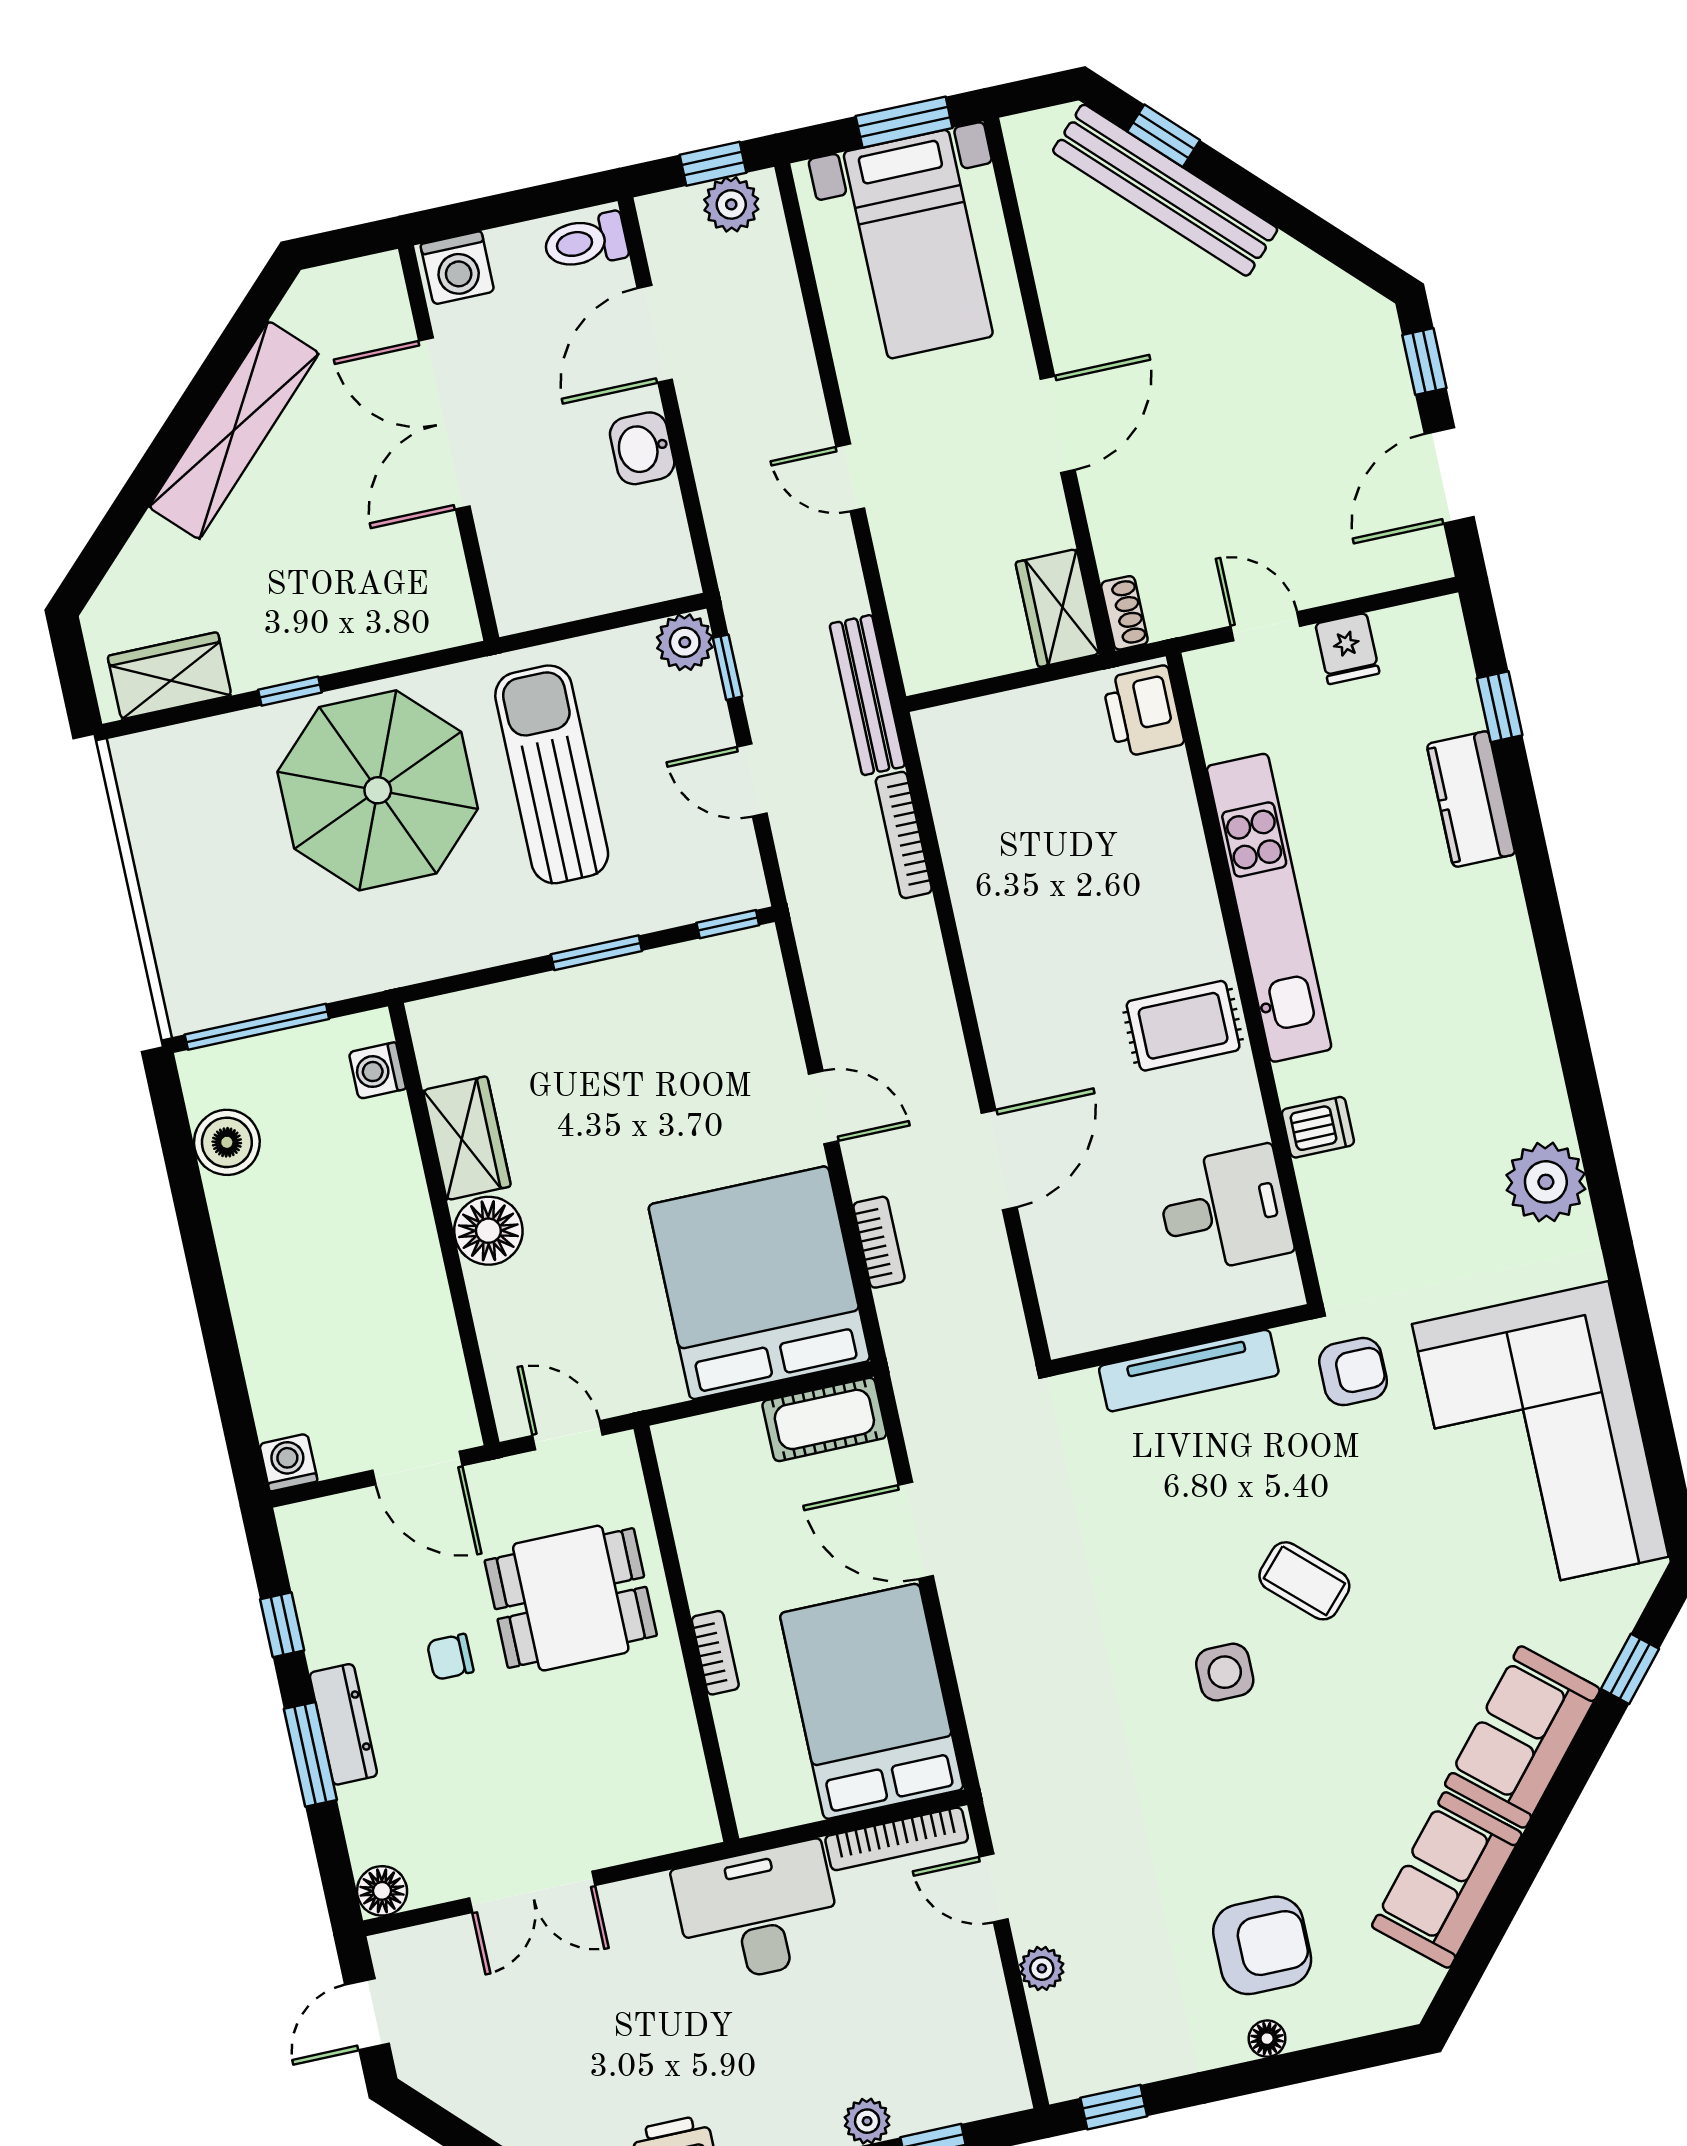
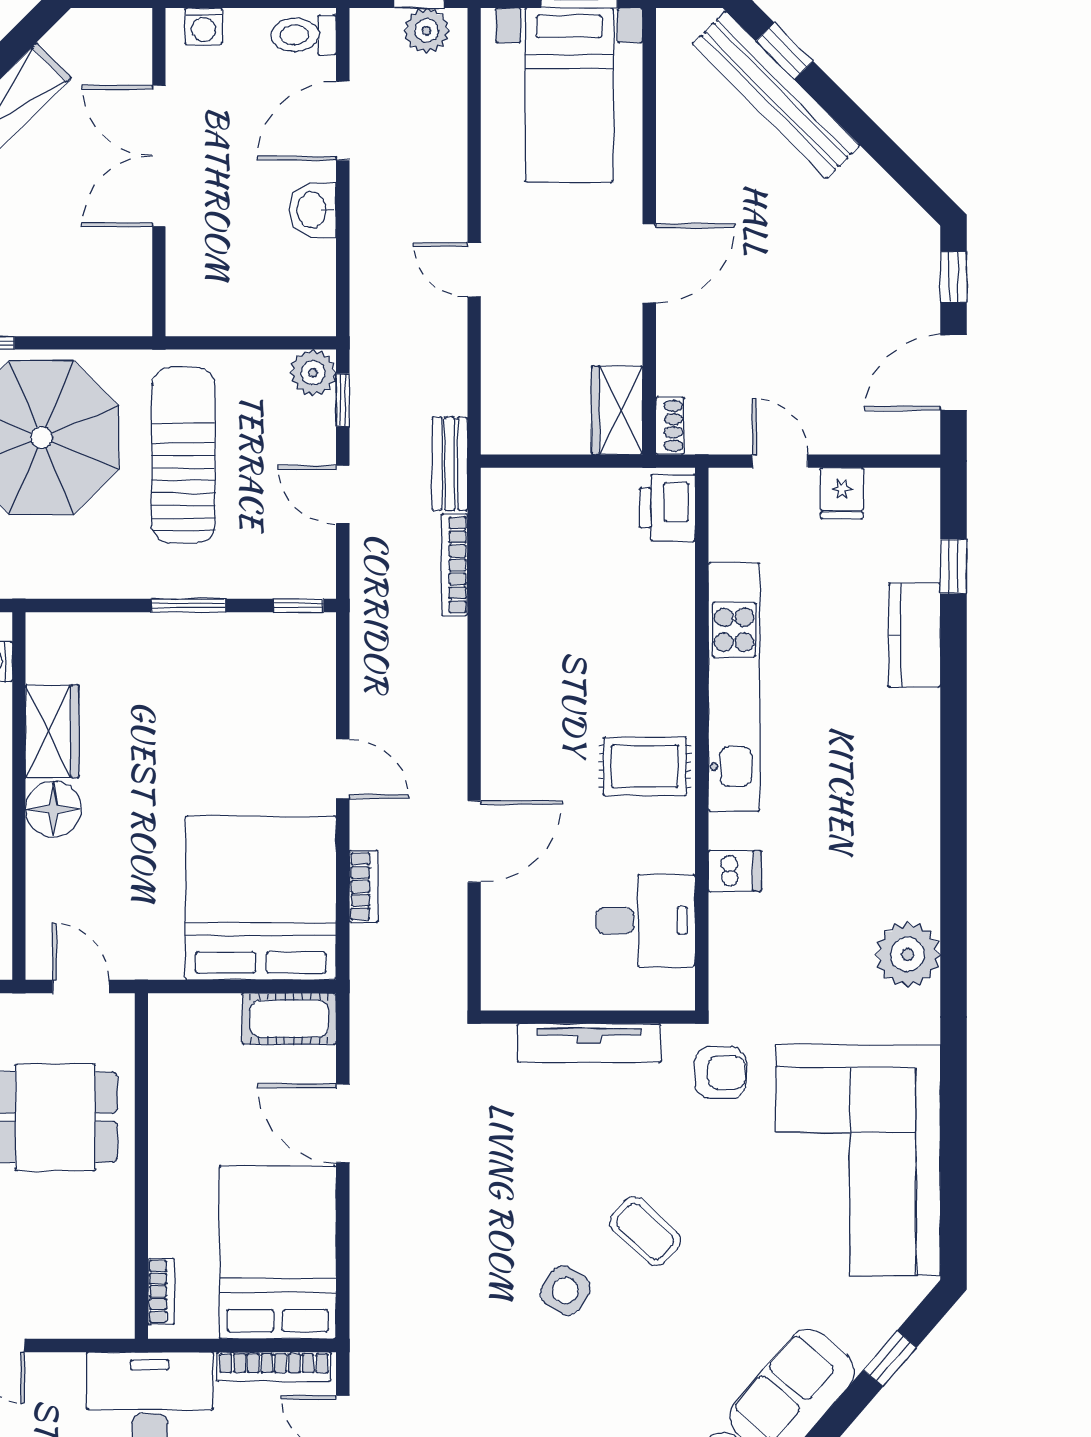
washing machine: (457, 268) -> (203, 26), width x0.73, depth x0.73
bench: (867, 695) -> (450, 464), width x0.73
bookcase: (715, 1653) -> (161, 1291), moved
side table: (1225, 1672) -> (565, 1291), turned 33

